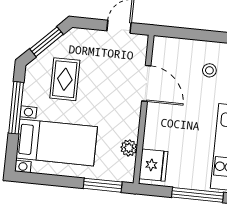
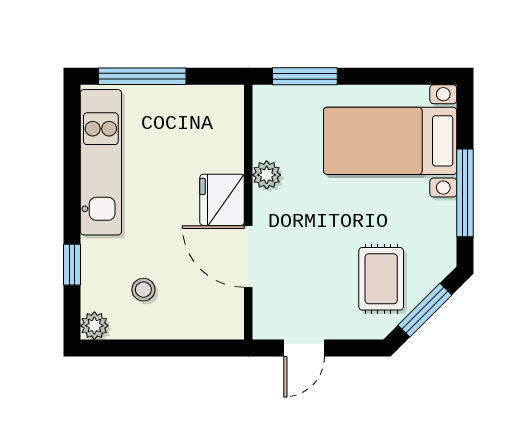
rug: (65, 79) -> (381, 279), moved
plant: (129, 148) -> (267, 175), moved
fridge: (153, 165) -> (222, 200), moved

